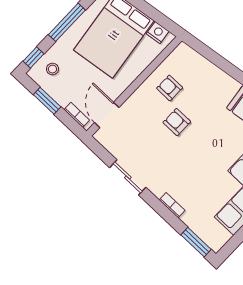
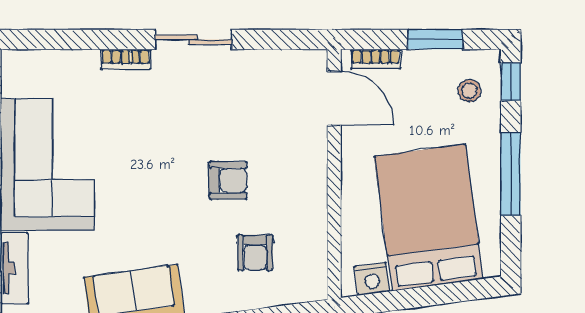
armchair: (170, 88) -> (255, 253), moved, turned 90
sliding door: (128, 177) -> (193, 40), moved
window: (196, 242) -> (44, 40), removed

